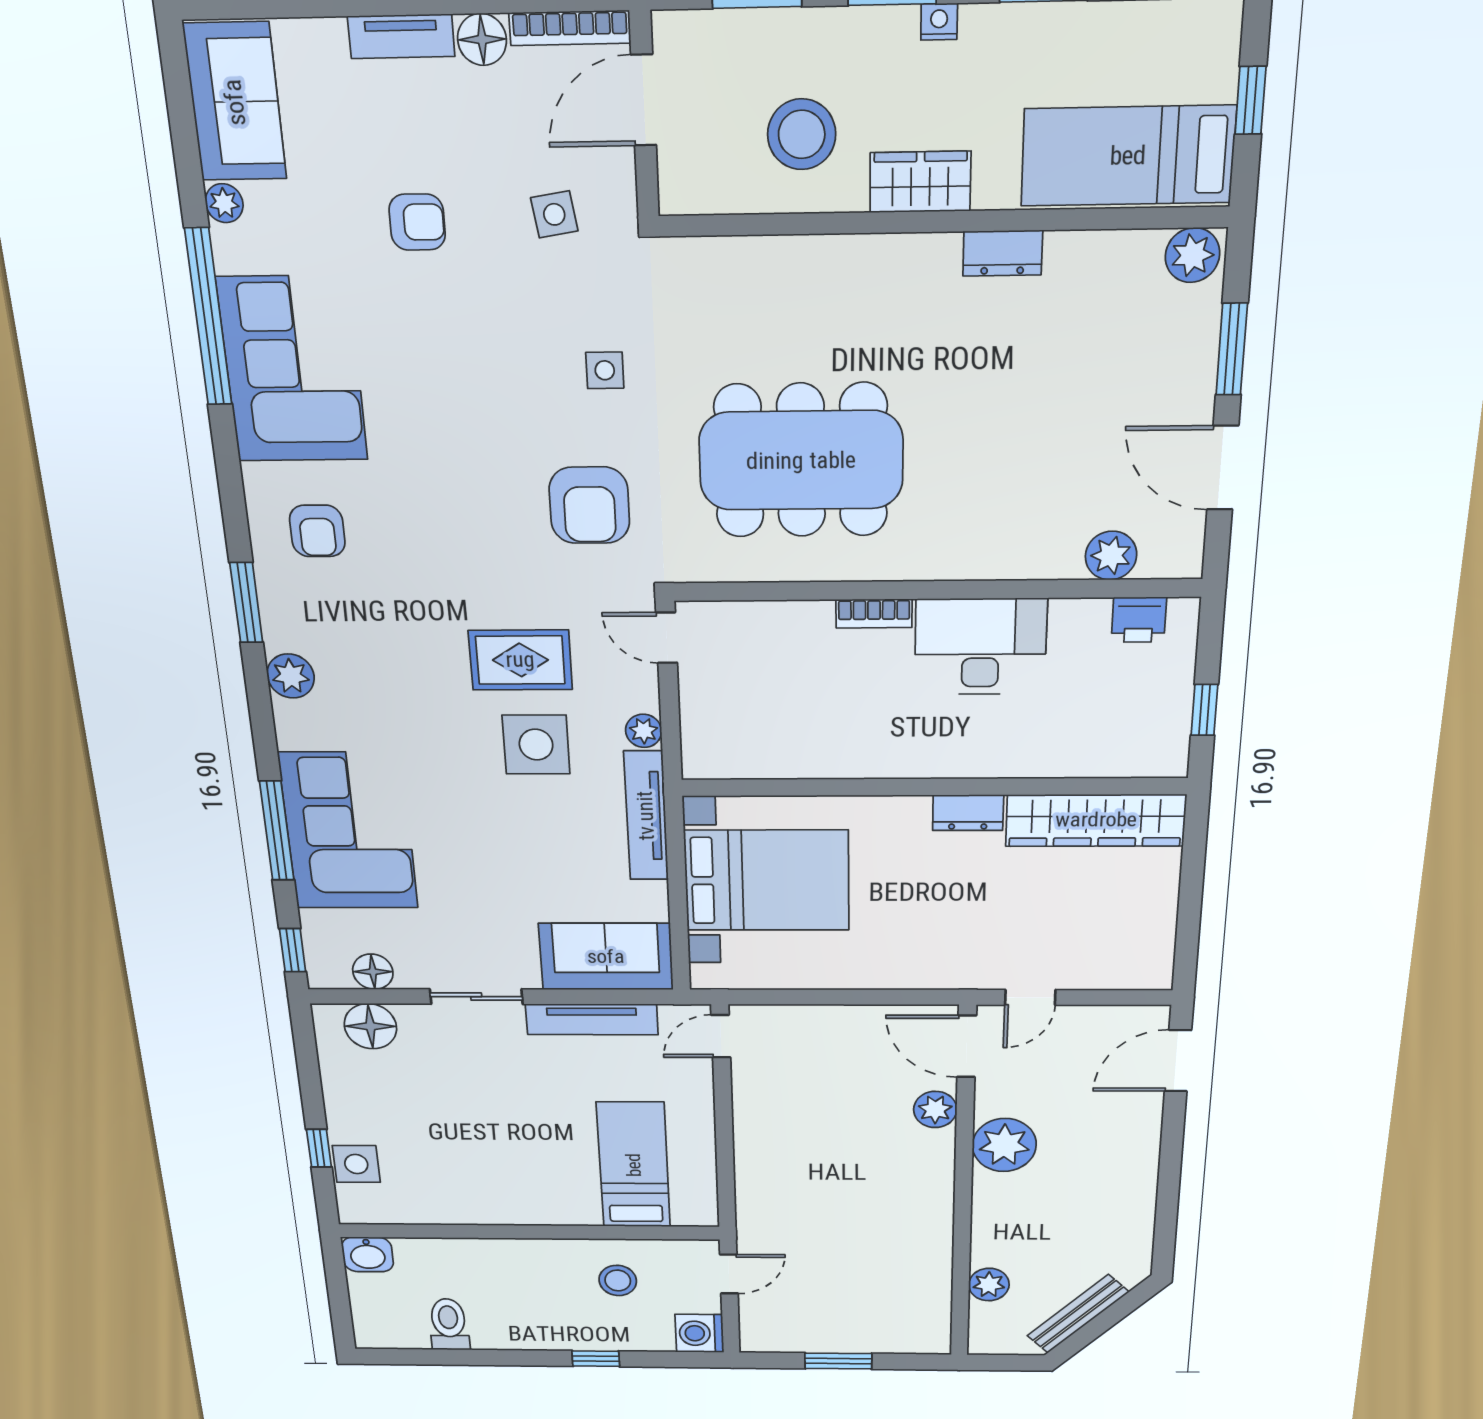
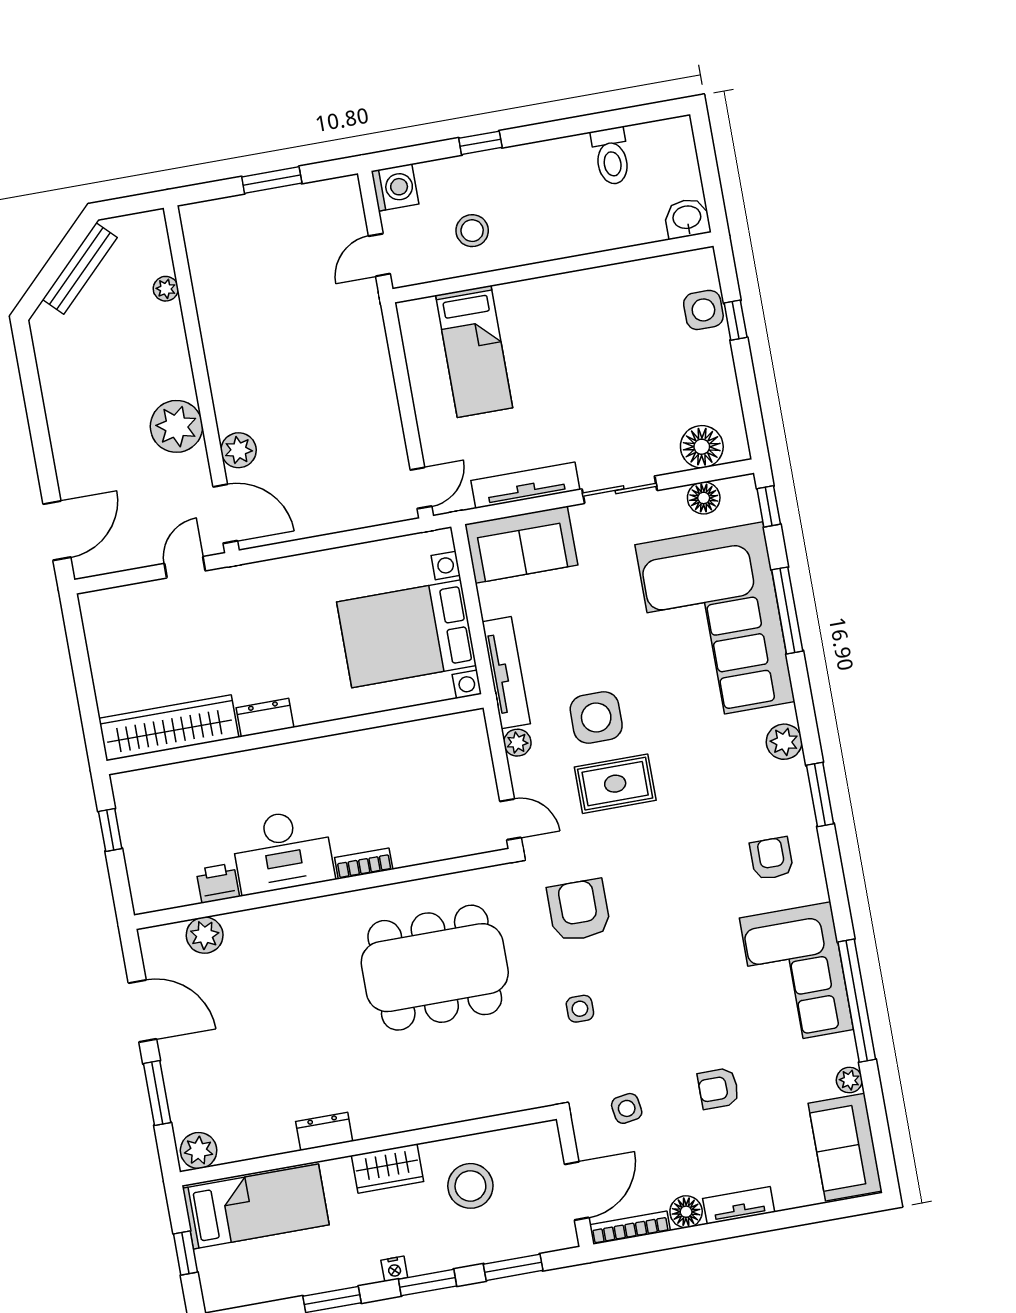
printer: (1139, 620) -> (218, 883), moved
corner sofa: (349, 831) -> (715, 623), width x1.36, depth x1.36
plant: (989, 1285) -> (166, 289), width x0.73, depth x0.73

